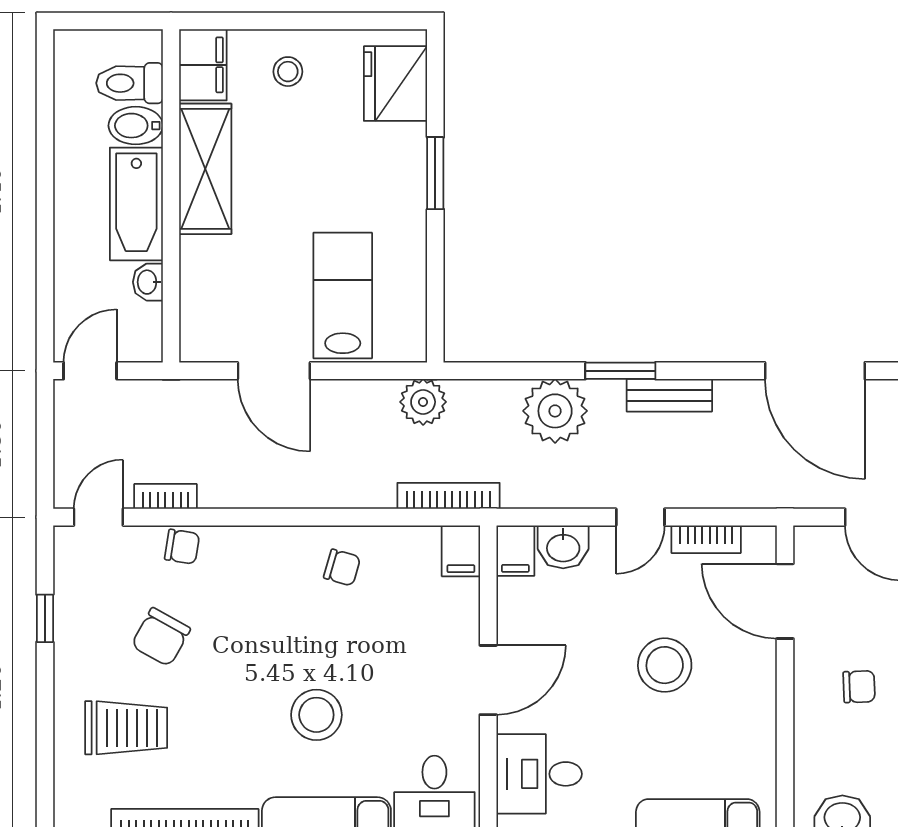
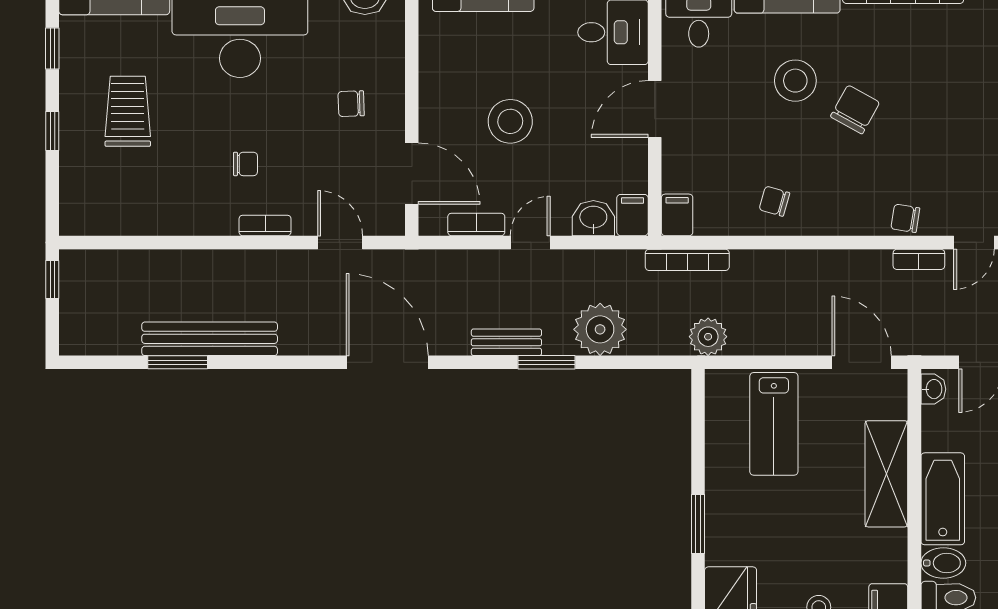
shelving: (205, 169) -> (886, 474), moved
washbasin: (148, 282) -> (933, 389), moved
door: (274, 371) -> (862, 362), moved
chair: (161, 637) -> (855, 110), moved
trolley: (126, 728) -> (951, 70), removed

